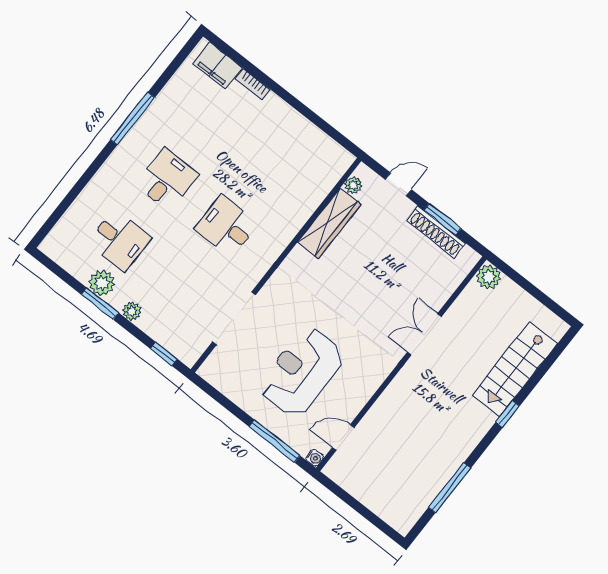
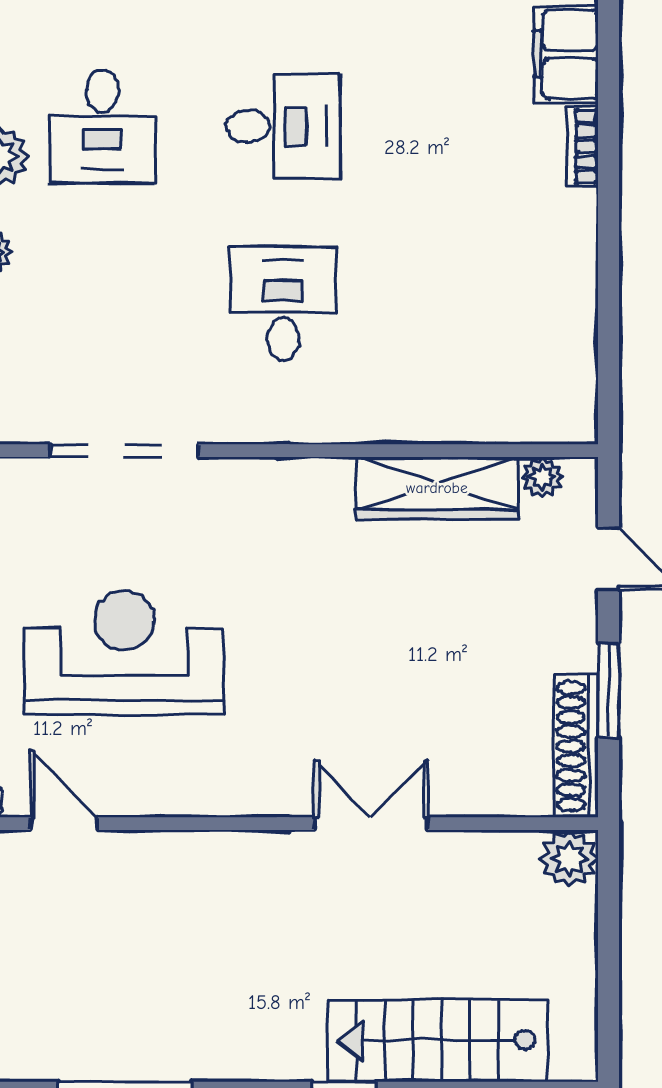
shoe rack: (436, 232) -> (576, 746), moved

